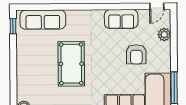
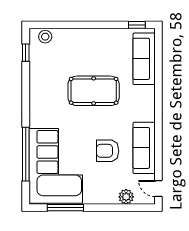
sofa: (121, 19) -> (144, 148), width x1.36
armchair: (136, 54) -> (108, 151), moved

